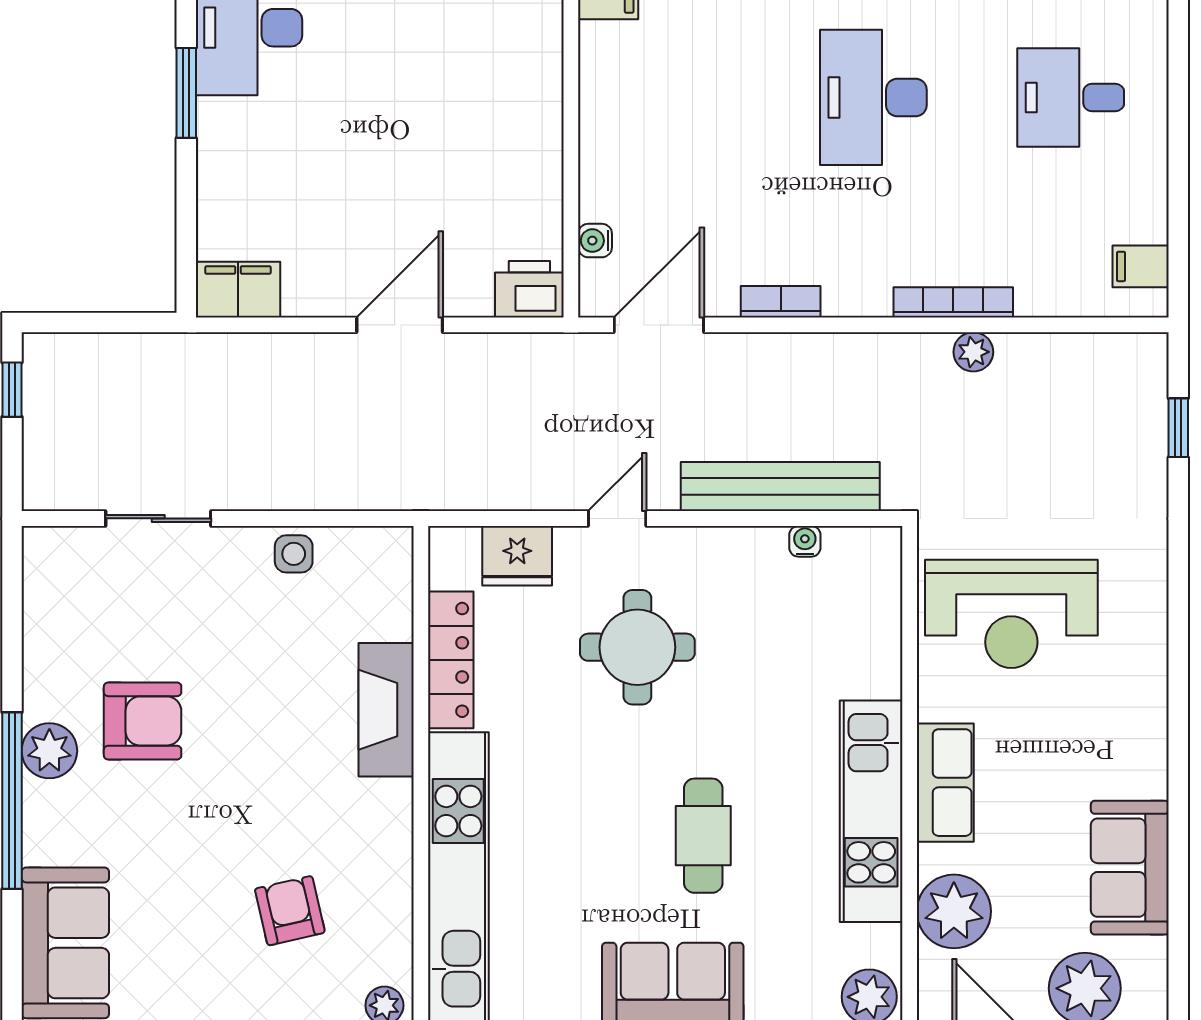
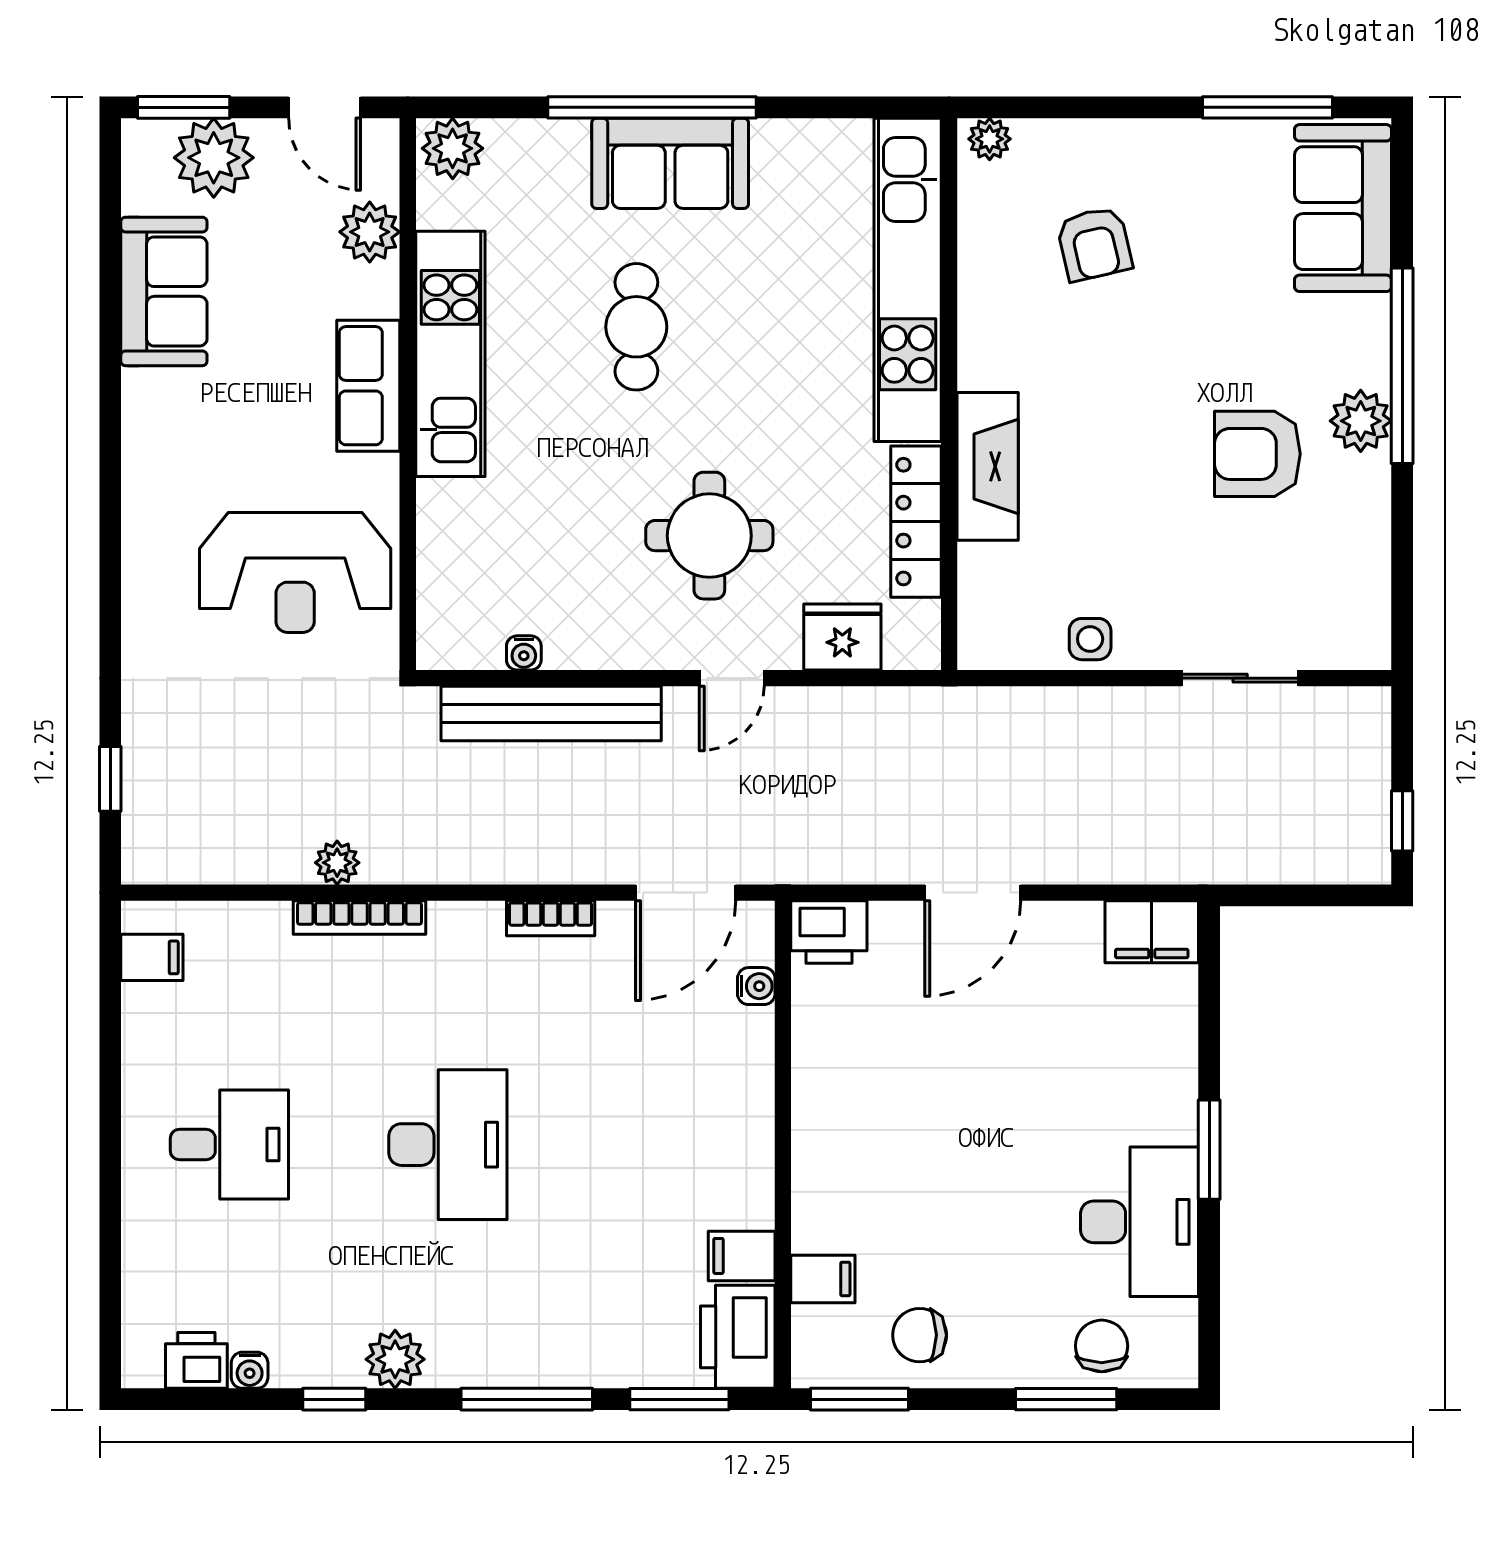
reception desk: (1011, 614) -> (295, 572), turned 180
plant: (954, 911) -> (370, 232), width x0.73, depth x0.73

